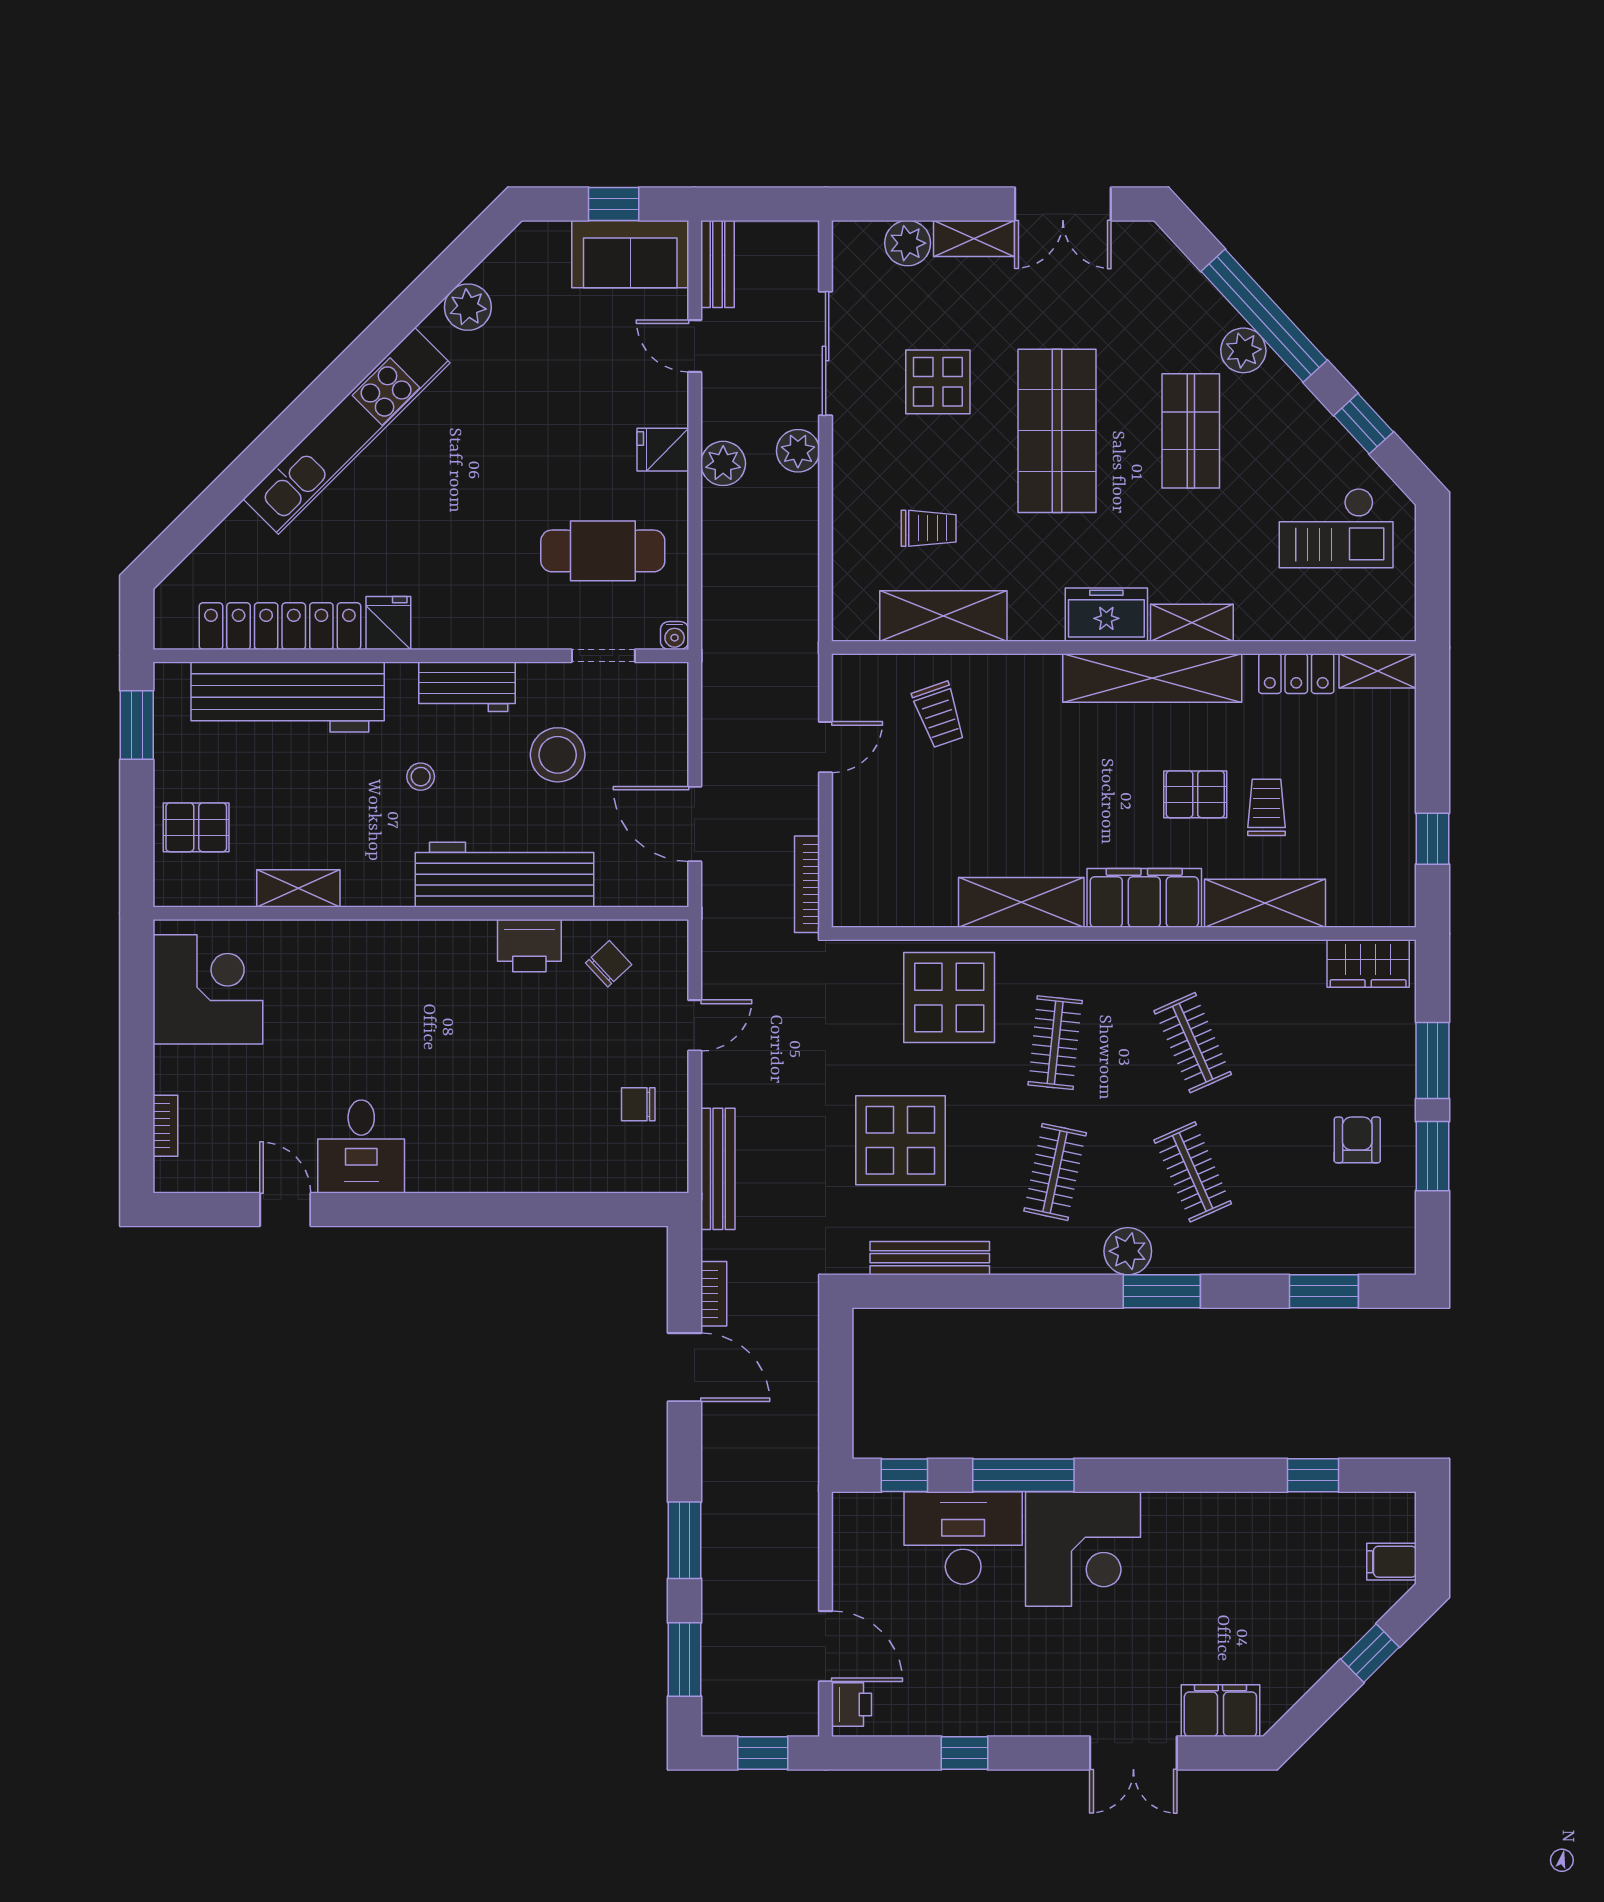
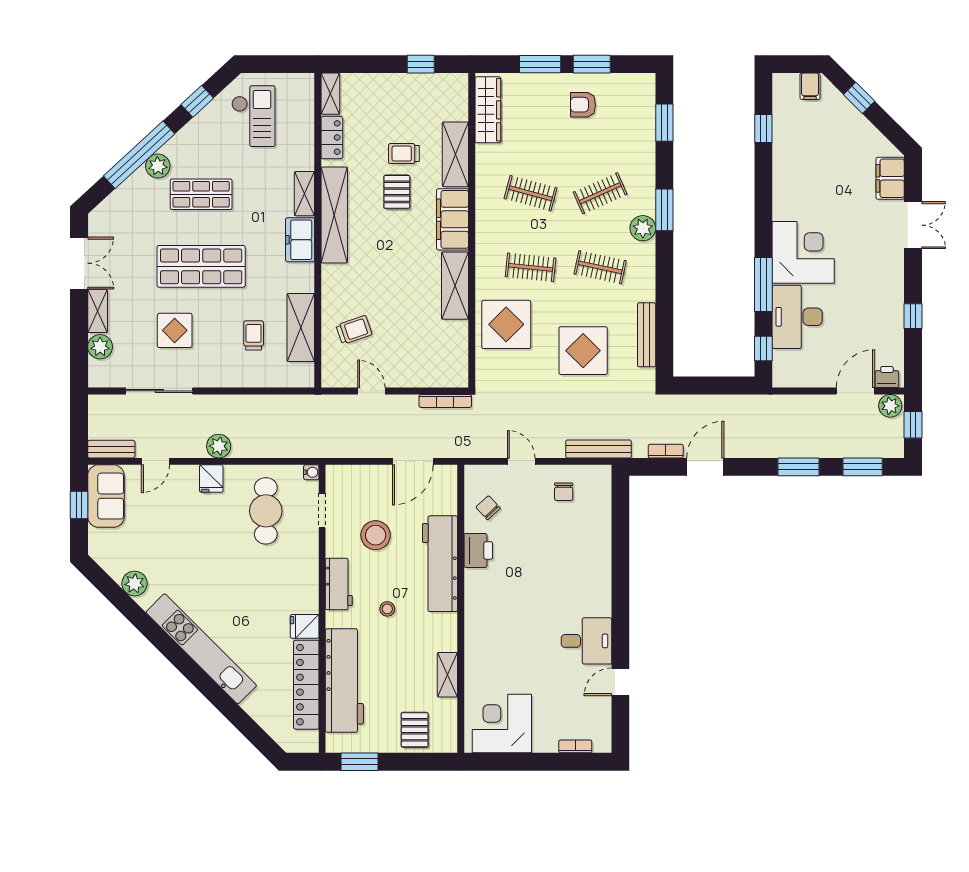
plant: (798, 451) -> (890, 406), moved
wardrobe: (1368, 964) -> (488, 110), width x1.50
clothes rail: (1193, 1043) -> (531, 193), turned 39

